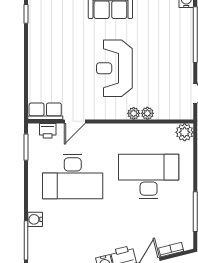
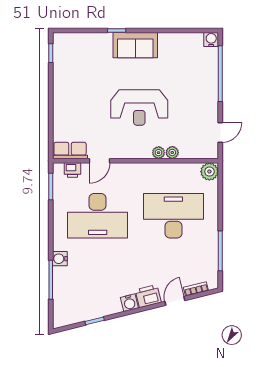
reception desk: (114, 68) -> (139, 107), turned -90

